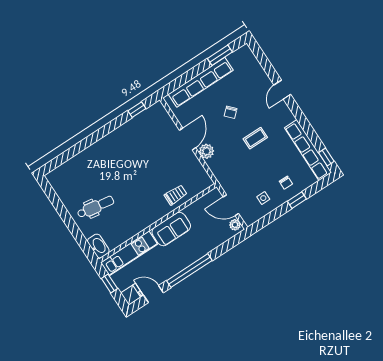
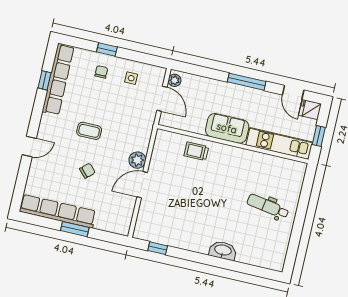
window: (220, 55) -> (75, 229), moved
row of seats: (201, 82) -> (58, 211), moved
window: (326, 157) -> (44, 80), moved
washbasin: (98, 246) -> (223, 250), moved, turned 90
window: (189, 271) -> (247, 82), width x0.68

